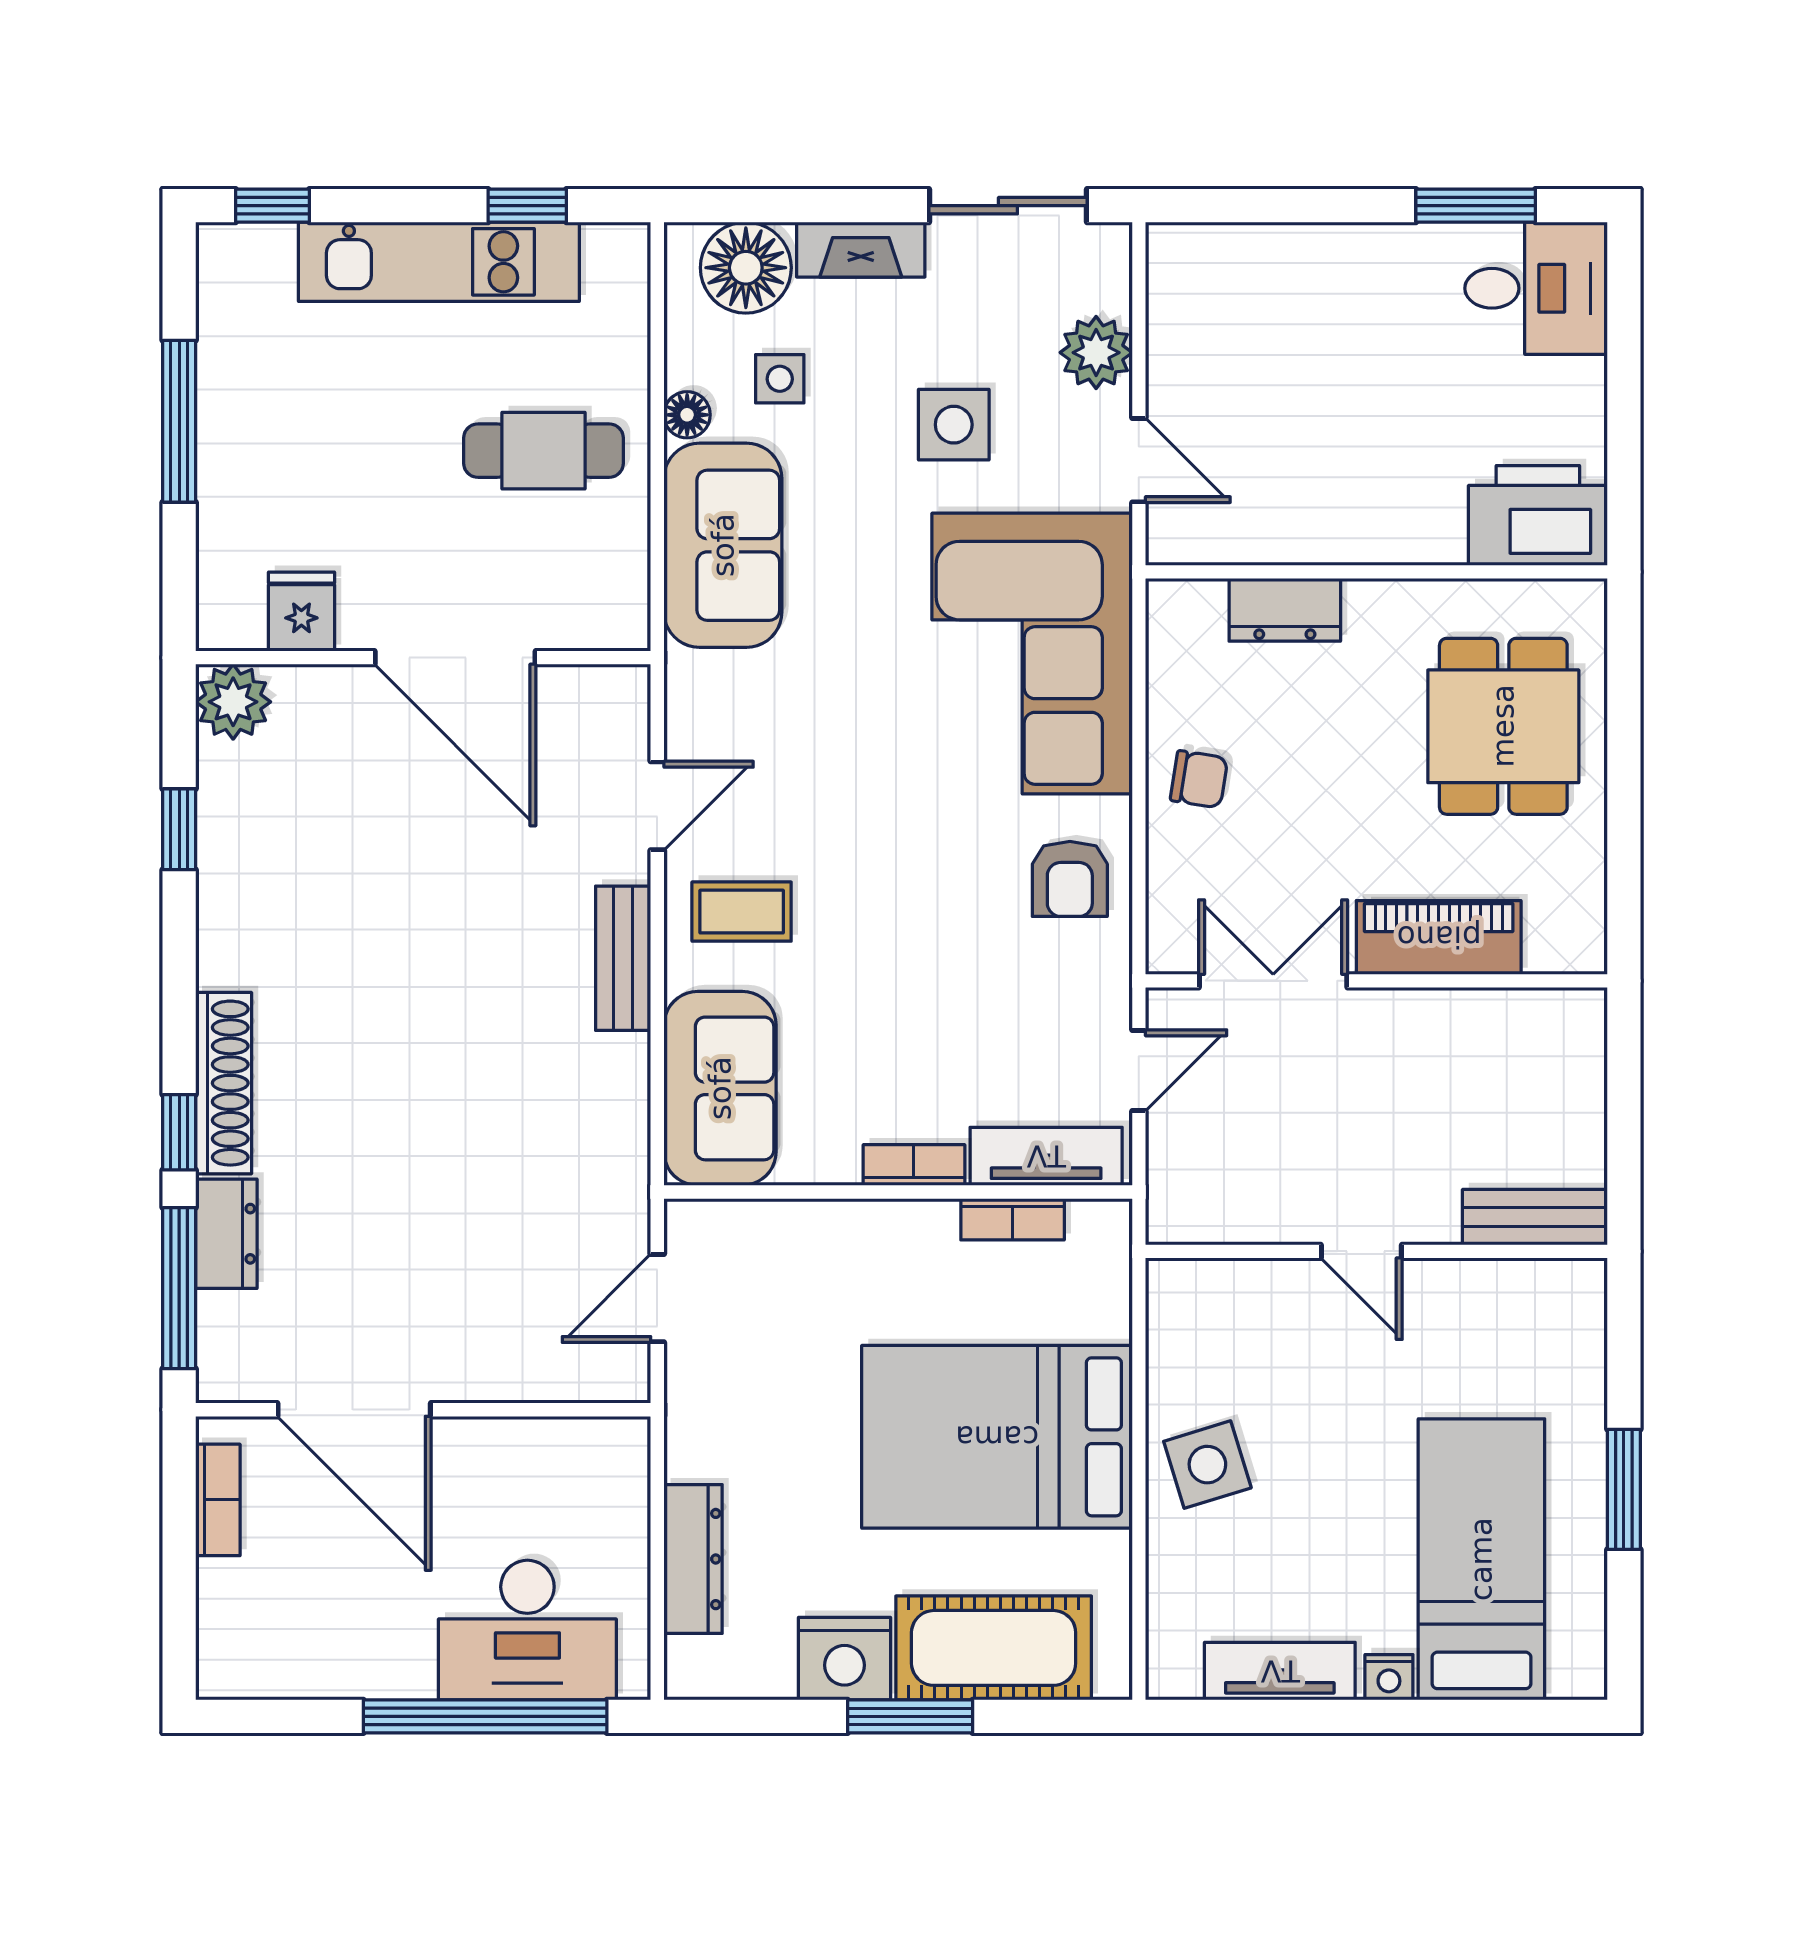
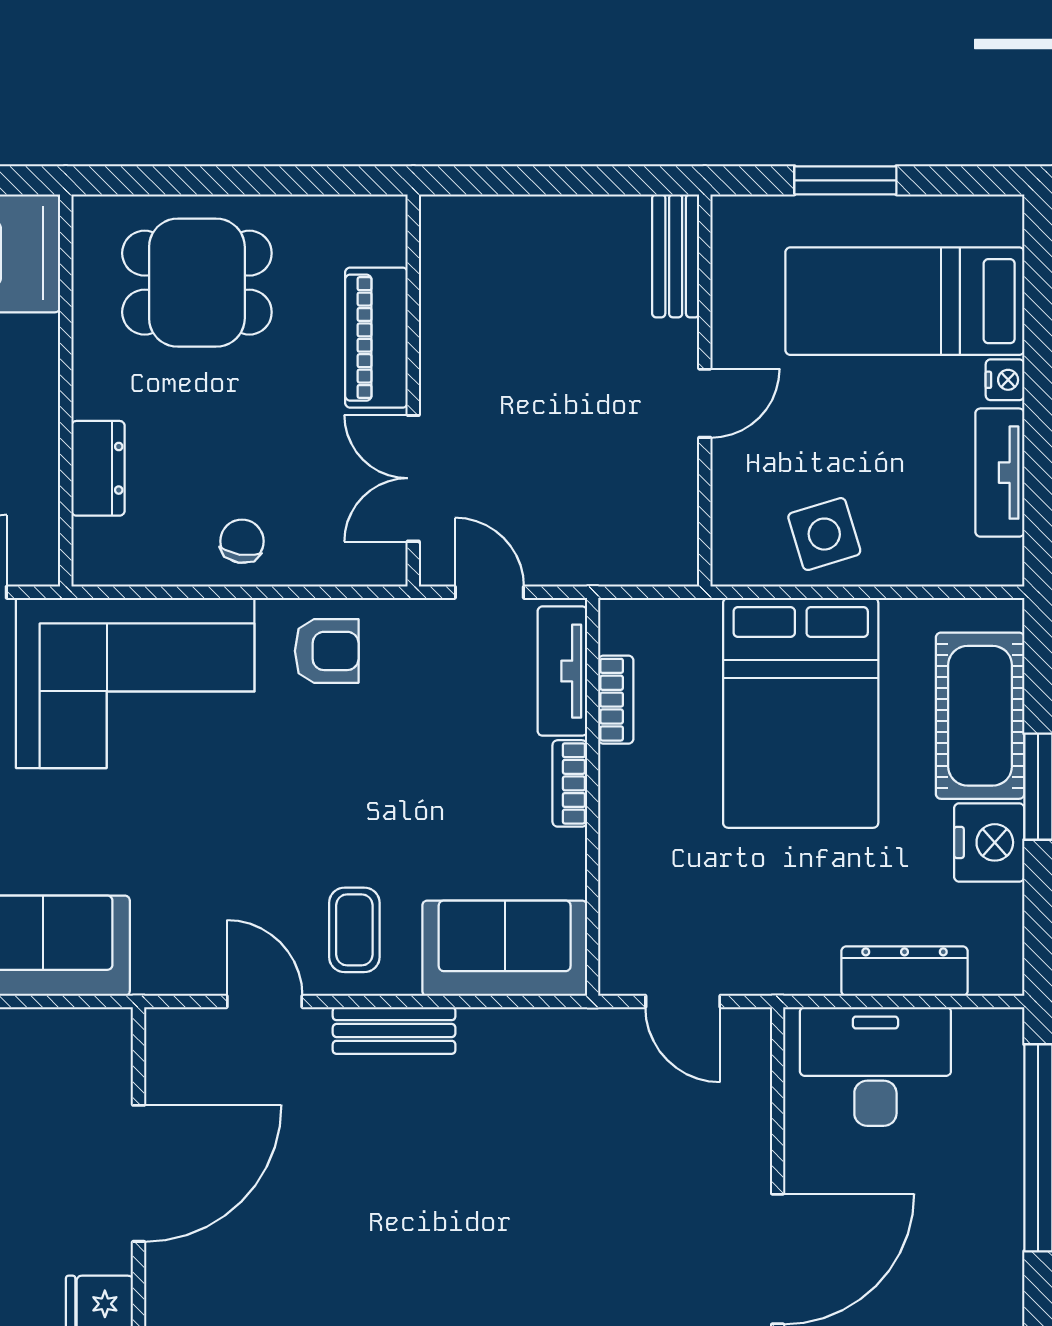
bench: (1535, 1217) -> (676, 256), moved
door: (1361, 1251) -> (705, 403), moved
wall: (1376, 1251) -> (705, 390), moved
desk: (527, 1630) -> (875, 1066), moved, turned -90

